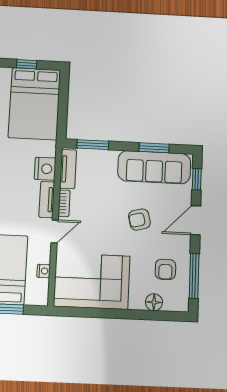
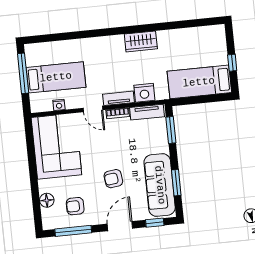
bed: (35, 104) -> (199, 82), width x0.67
armchair: (139, 220) -> (113, 179), turned -83
door: (196, 220) -> (120, 226), hinge flipped

